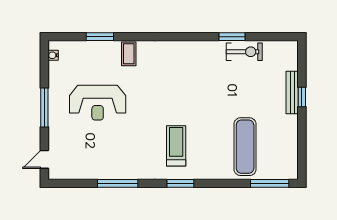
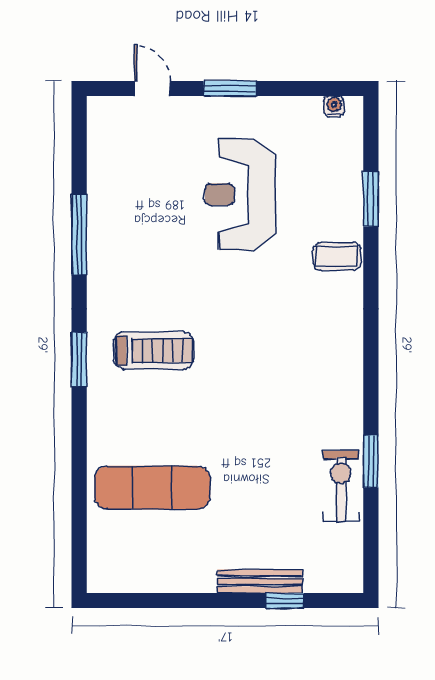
exercise bike: (244, 52) -> (341, 486), turned 180
window: (302, 97) -> (285, 601), moved
window: (44, 107) -> (230, 89), width x0.69
door: (44, 159) -> (152, 89), moved
window: (270, 183) -> (79, 537), removed

